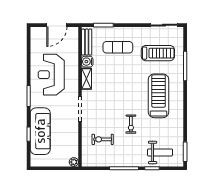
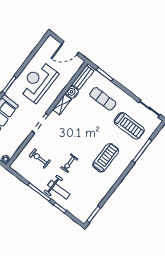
treadmill: (159, 96) -> (106, 158), width x0.73, depth x0.73
weight bench: (160, 152) -> (59, 190), moved

